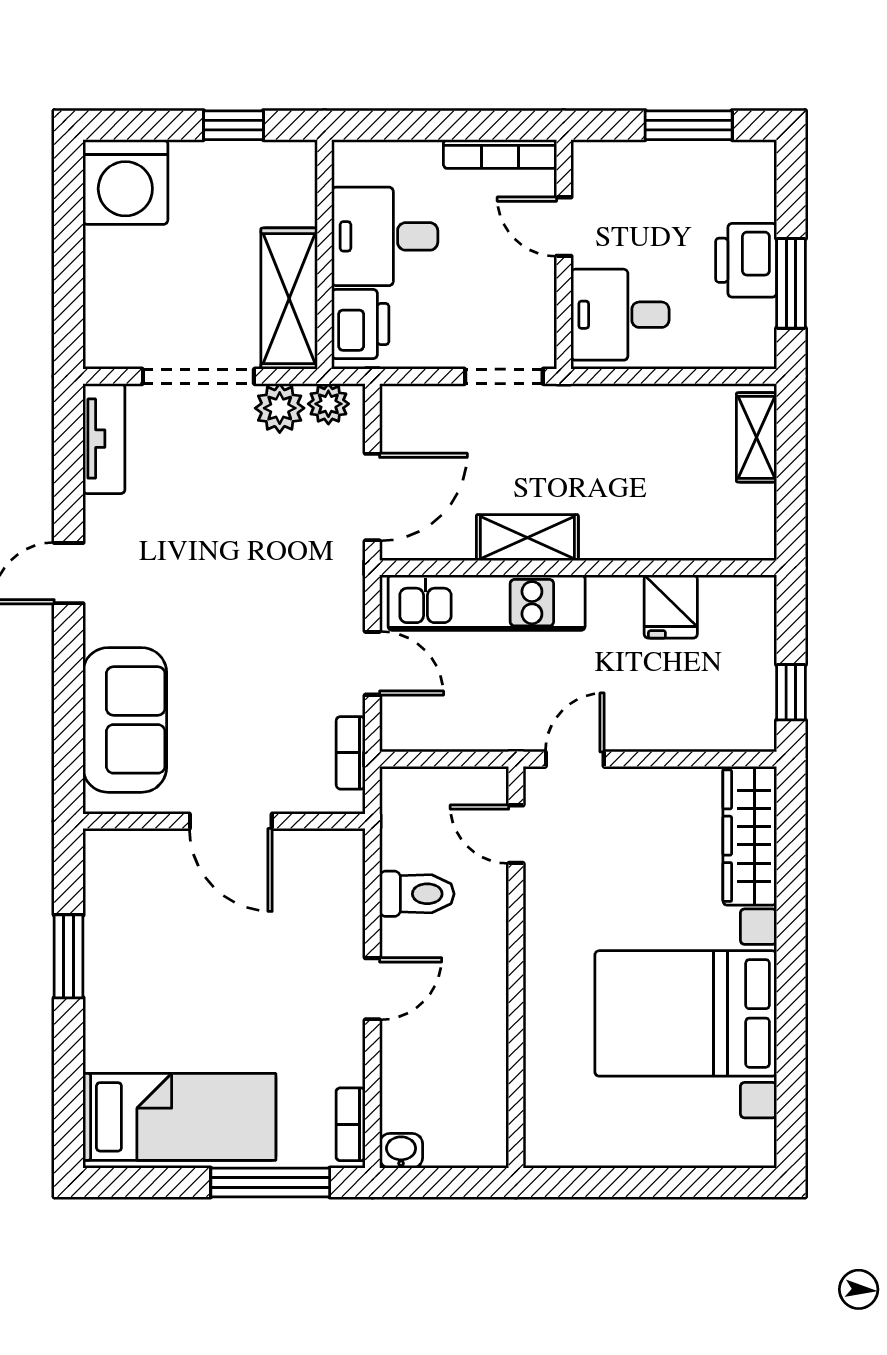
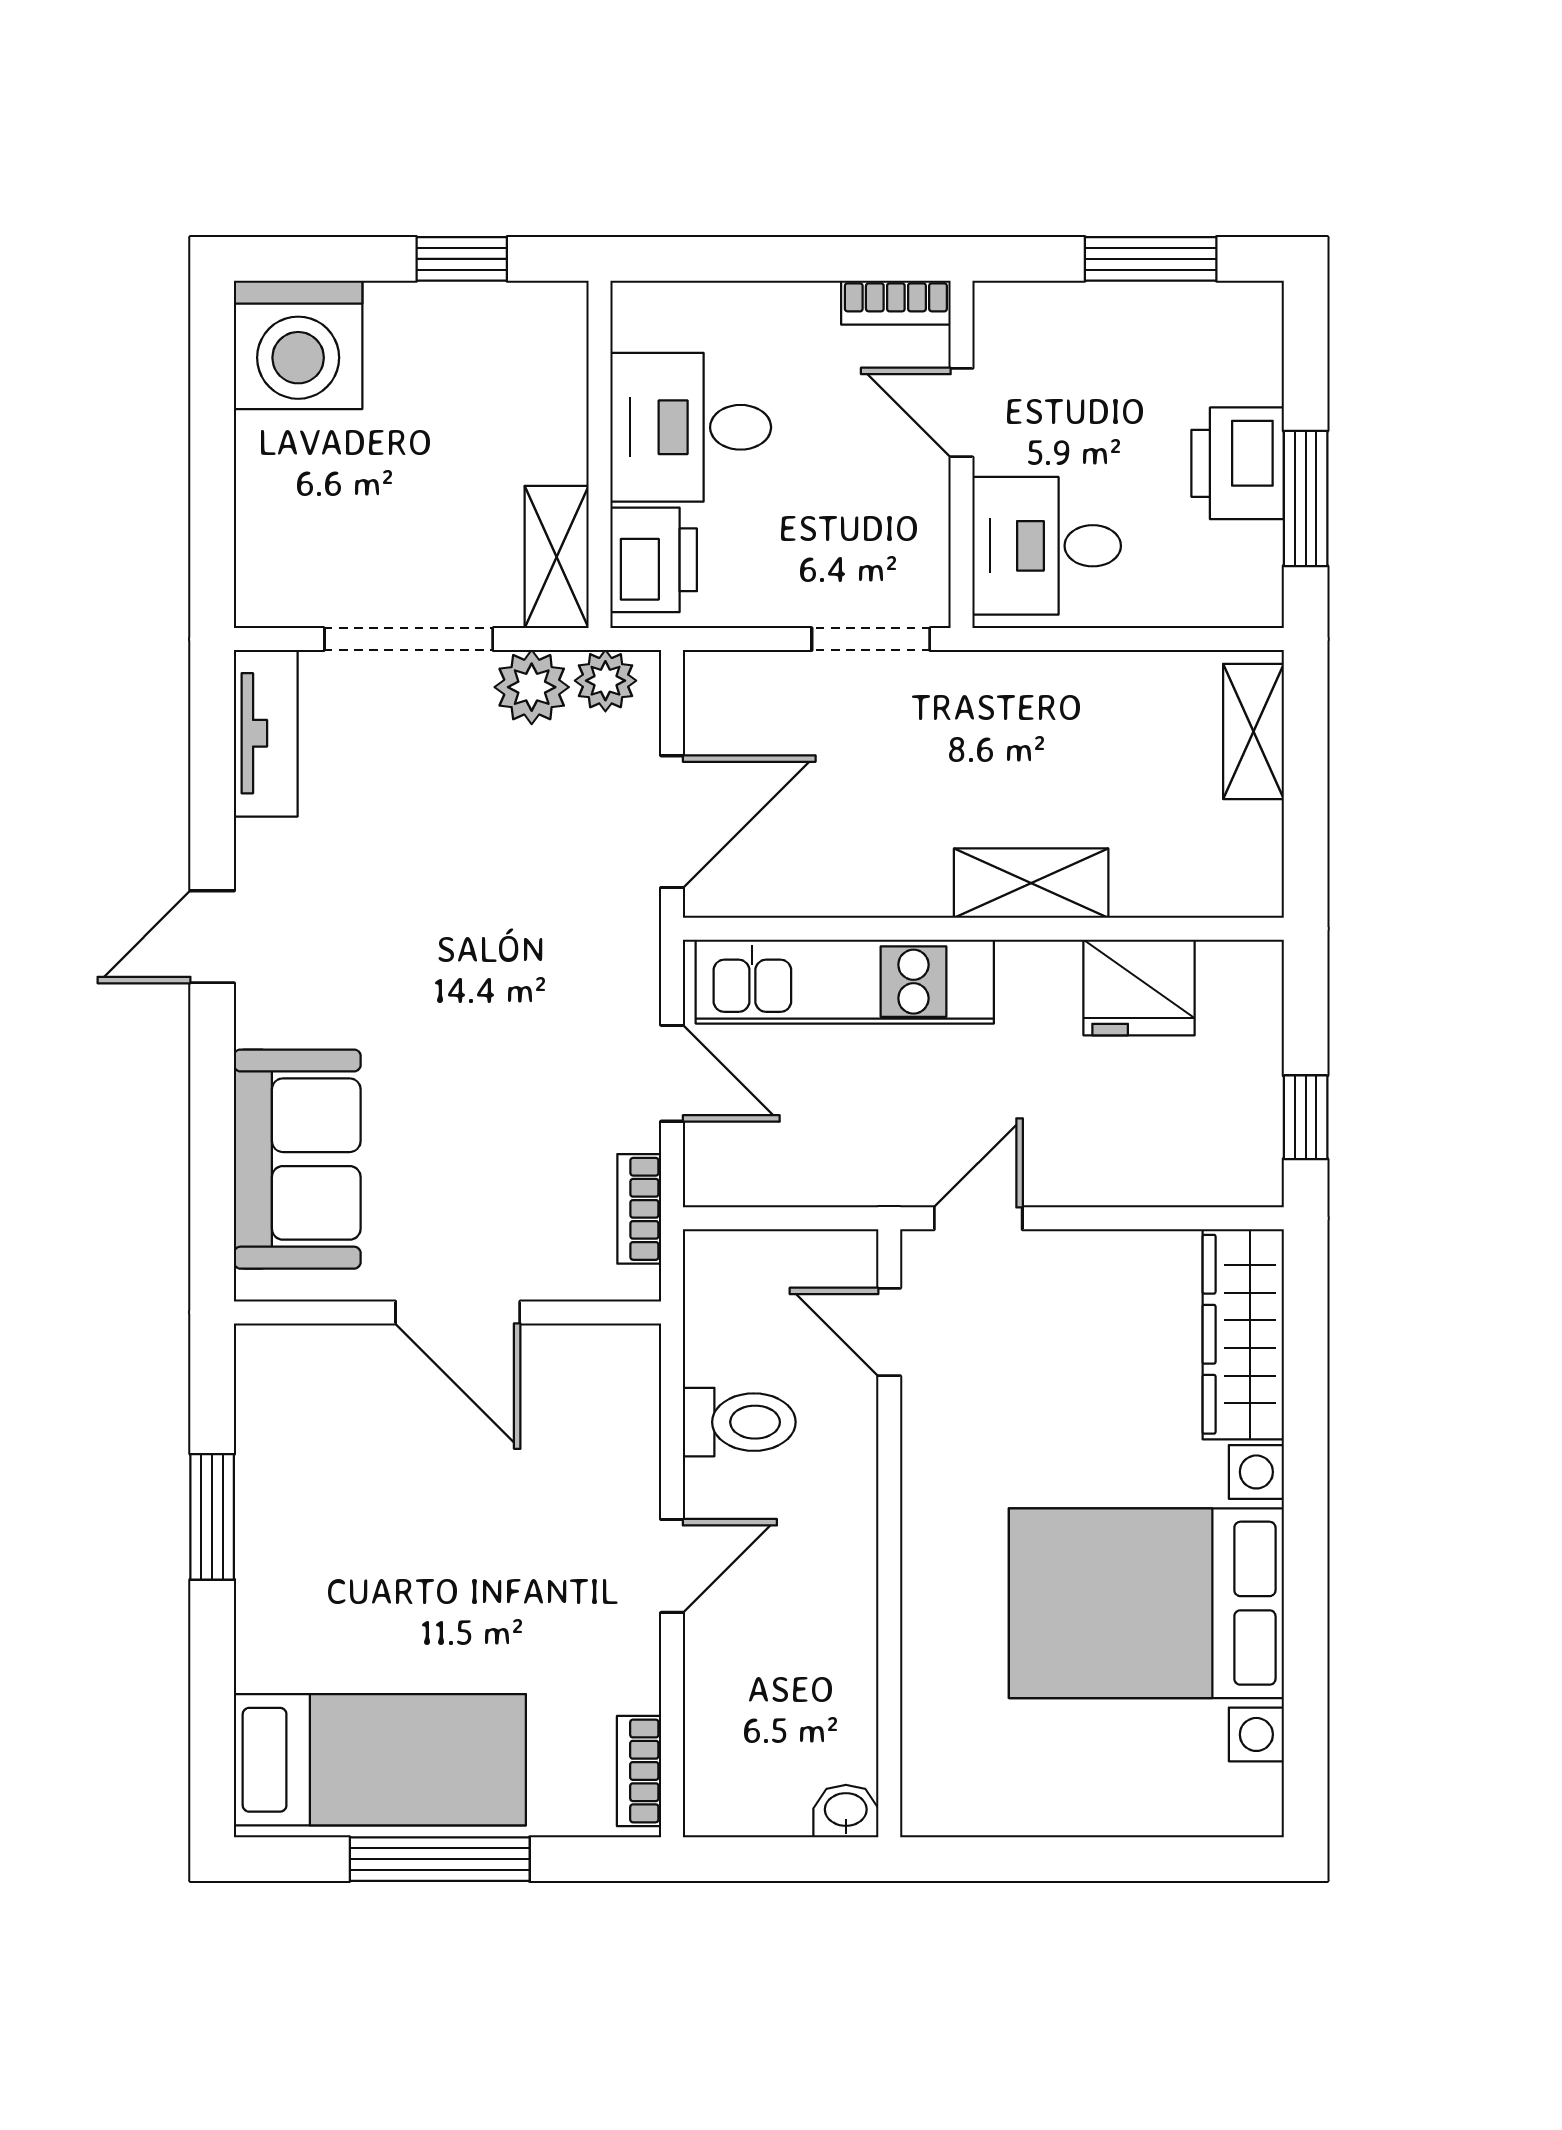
bookcase: (500, 154) -> (896, 303), width x0.64
shelving: (289, 299) -> (557, 557), width x0.67, depth x0.75
shelving: (527, 538) -> (1031, 883), moved
fridge: (671, 607) -> (1139, 987), width x1.38
washbasin: (401, 1151) -> (846, 1811), moved
window: (270, 1182) -> (440, 1859), moved

